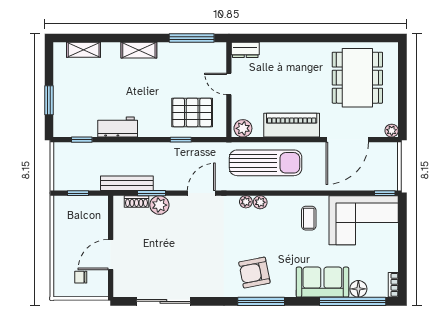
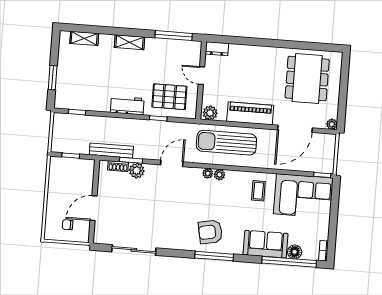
workbench: (118, 127) -> (127, 105), moved
sun lounger: (266, 163) -> (226, 143), turned 180

